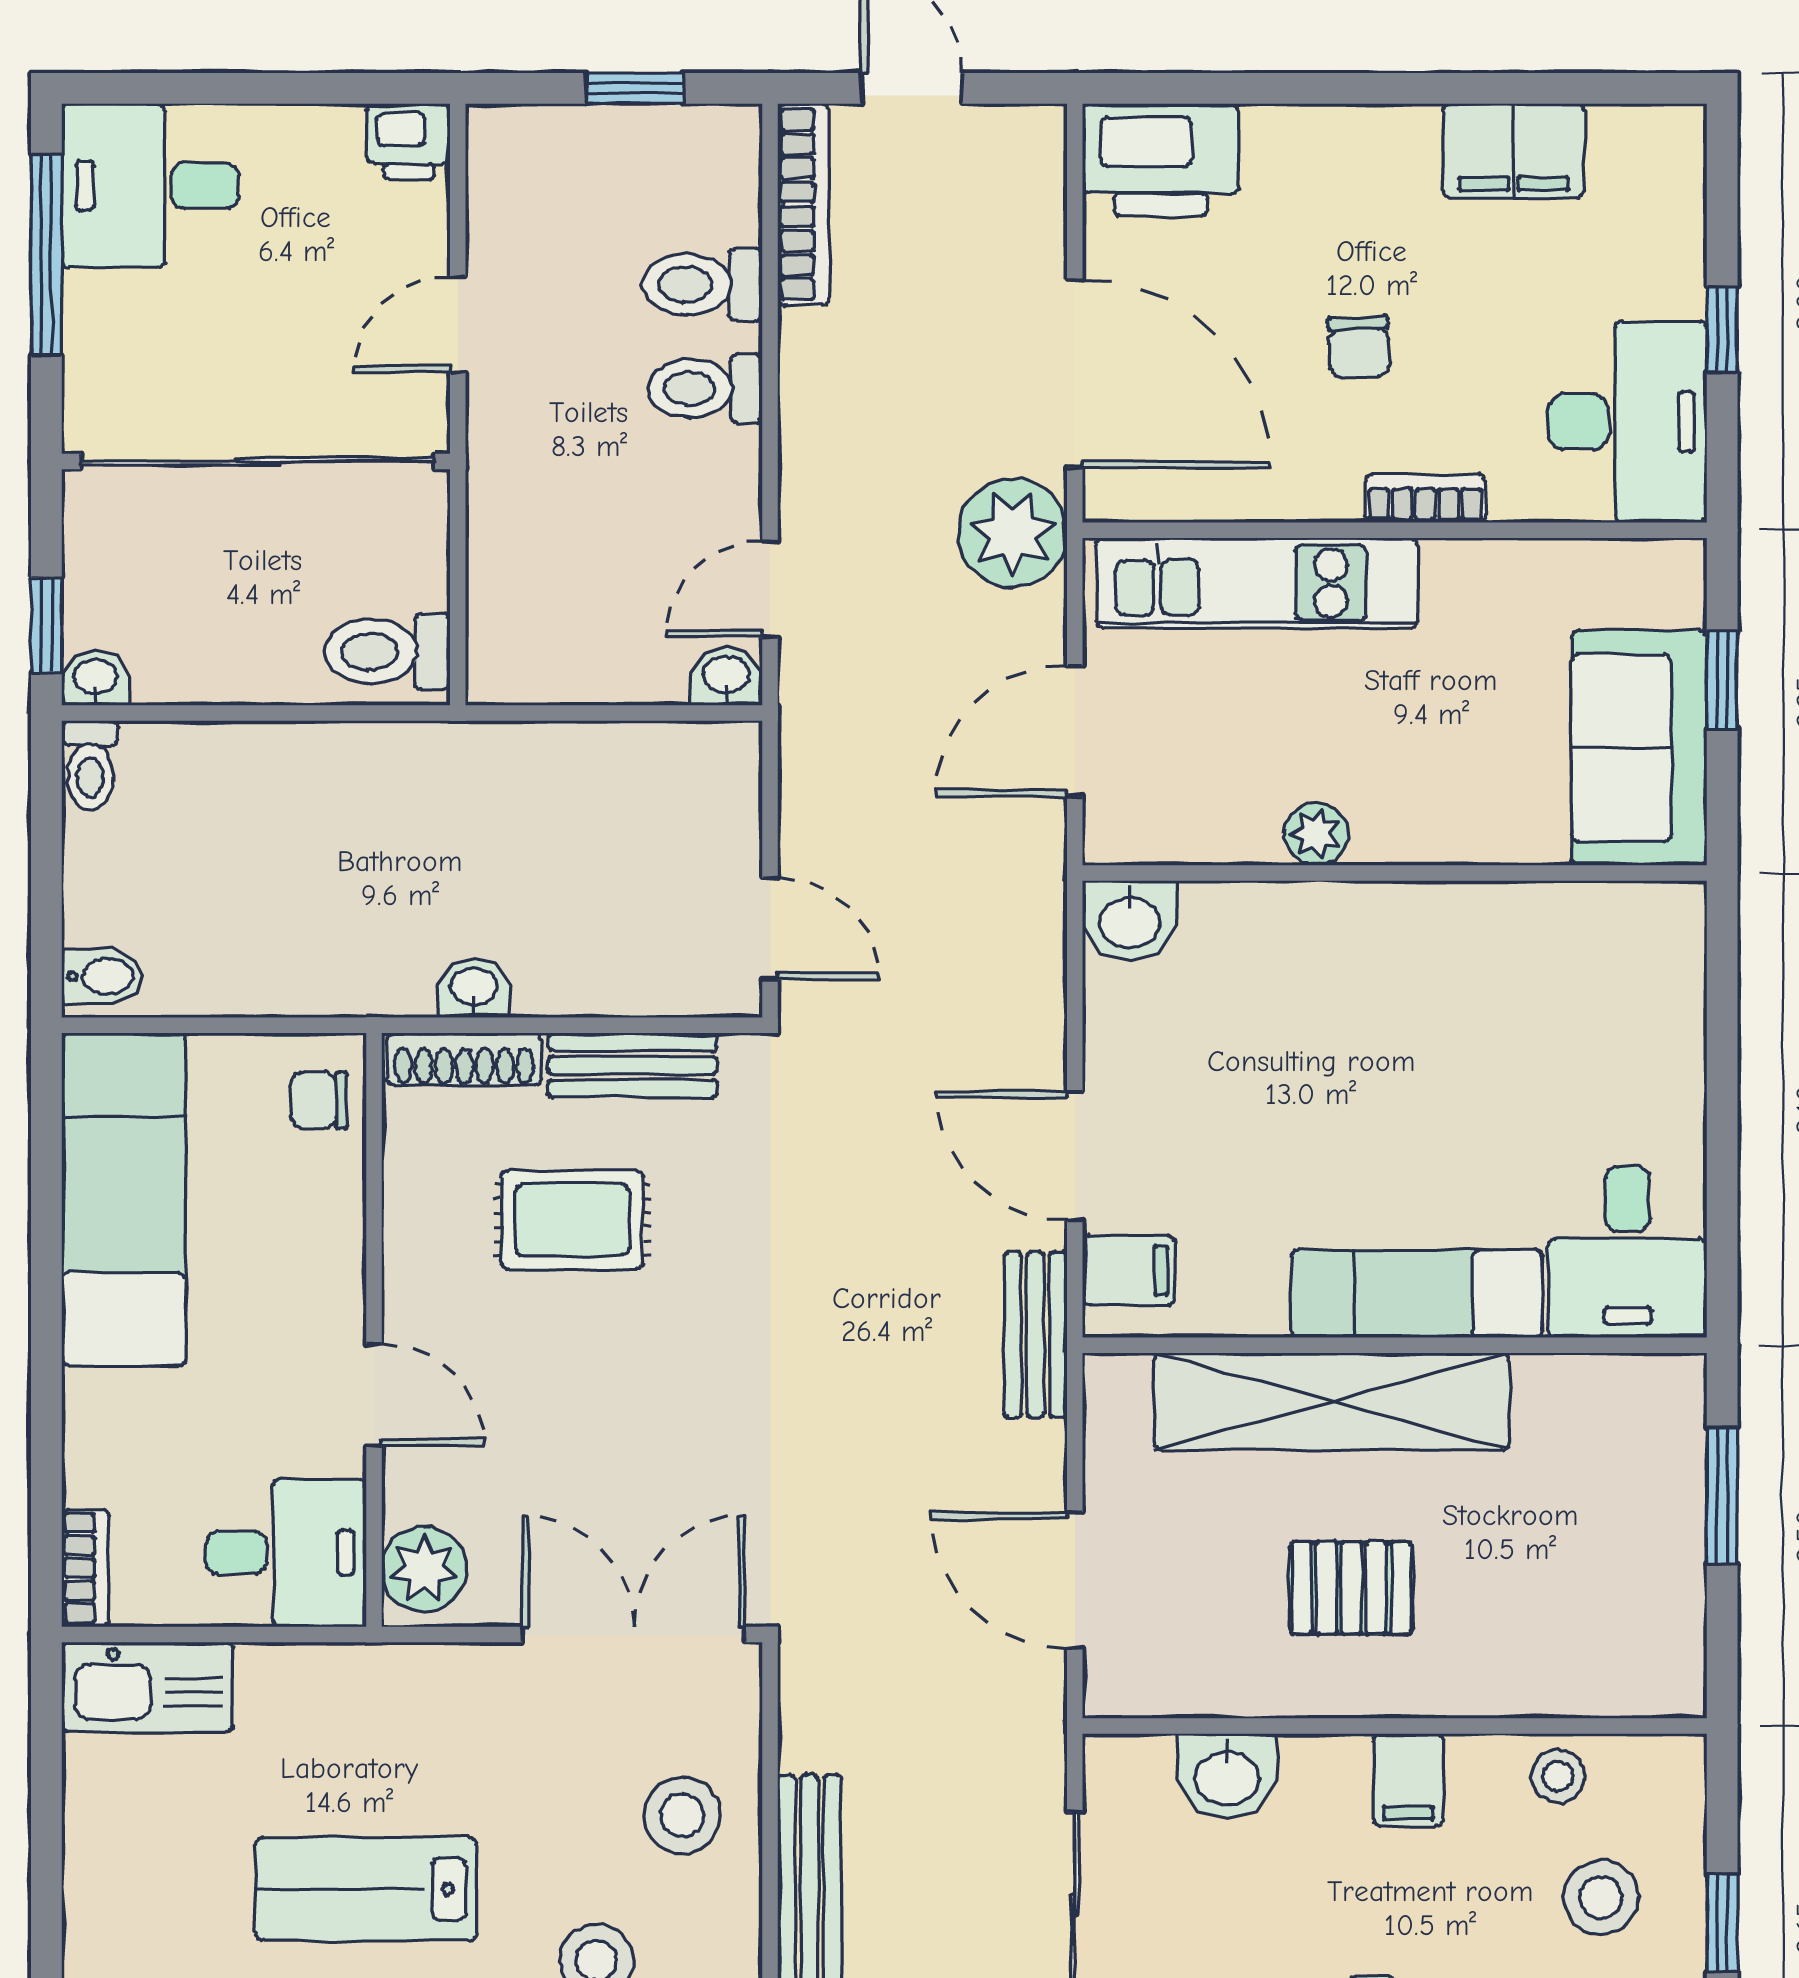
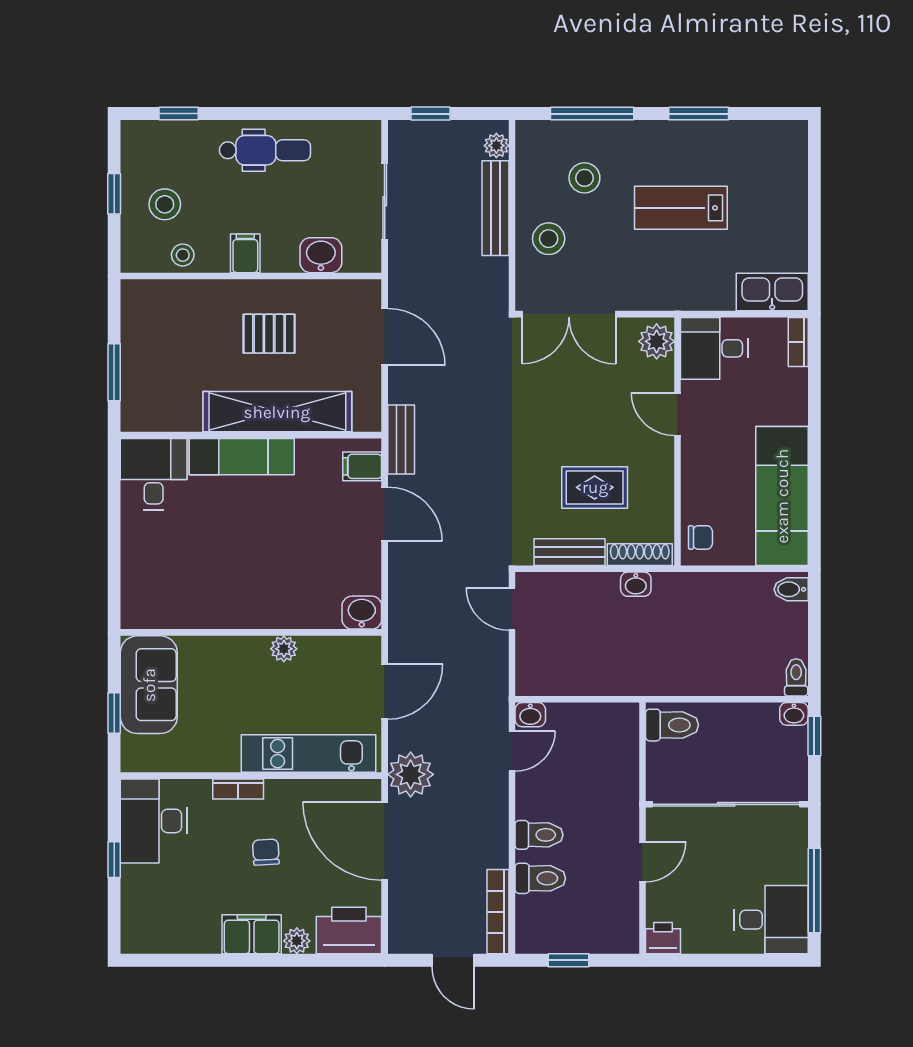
plant: (1285, 135) -> (297, 941), added
filing cabinet: (1514, 151) -> (252, 934), moved
lab bench: (366, 1889) -> (681, 208), turned 180

